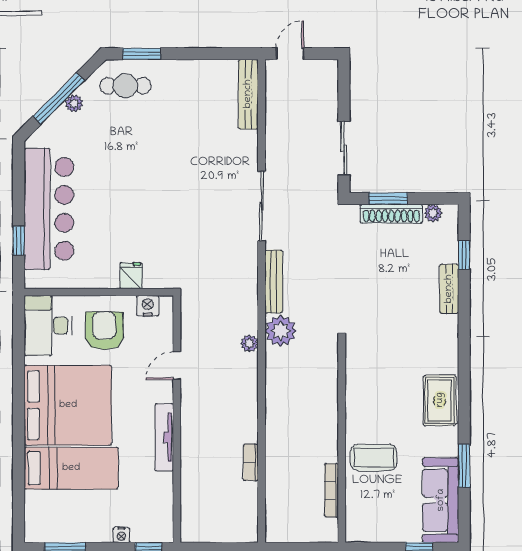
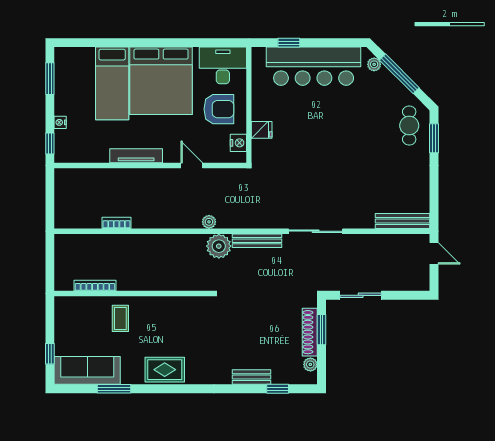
plant: (74, 103) -> (374, 64), moved
coffee table: (374, 458) -> (120, 318), width x0.73, depth x0.77

